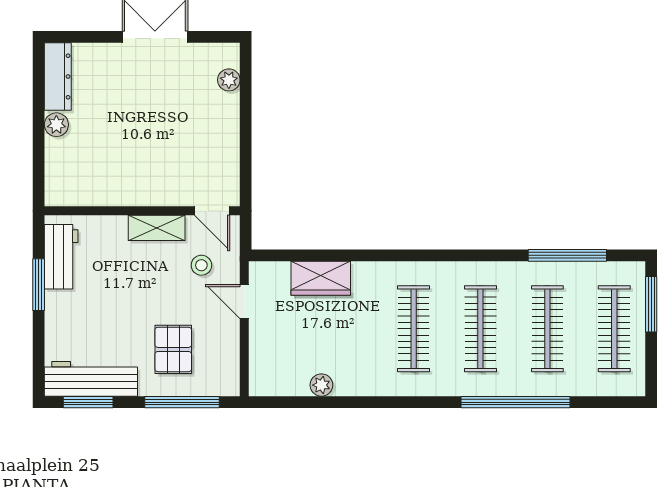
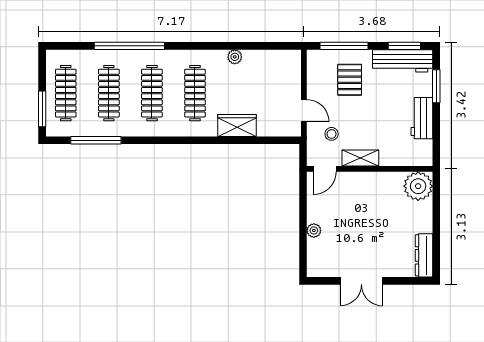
plant: (229, 80) -> (314, 230), moved
plant: (56, 125) -> (418, 186), moved, width x1.87, depth x1.87
door: (212, 211) -> (325, 169), swing flipped
workbench: (61, 257) -> (422, 118), moved
wardrobe: (321, 278) -> (237, 126), moved
window: (39, 285) -> (436, 86), moved
plant: (321, 385) -> (235, 57), moved

